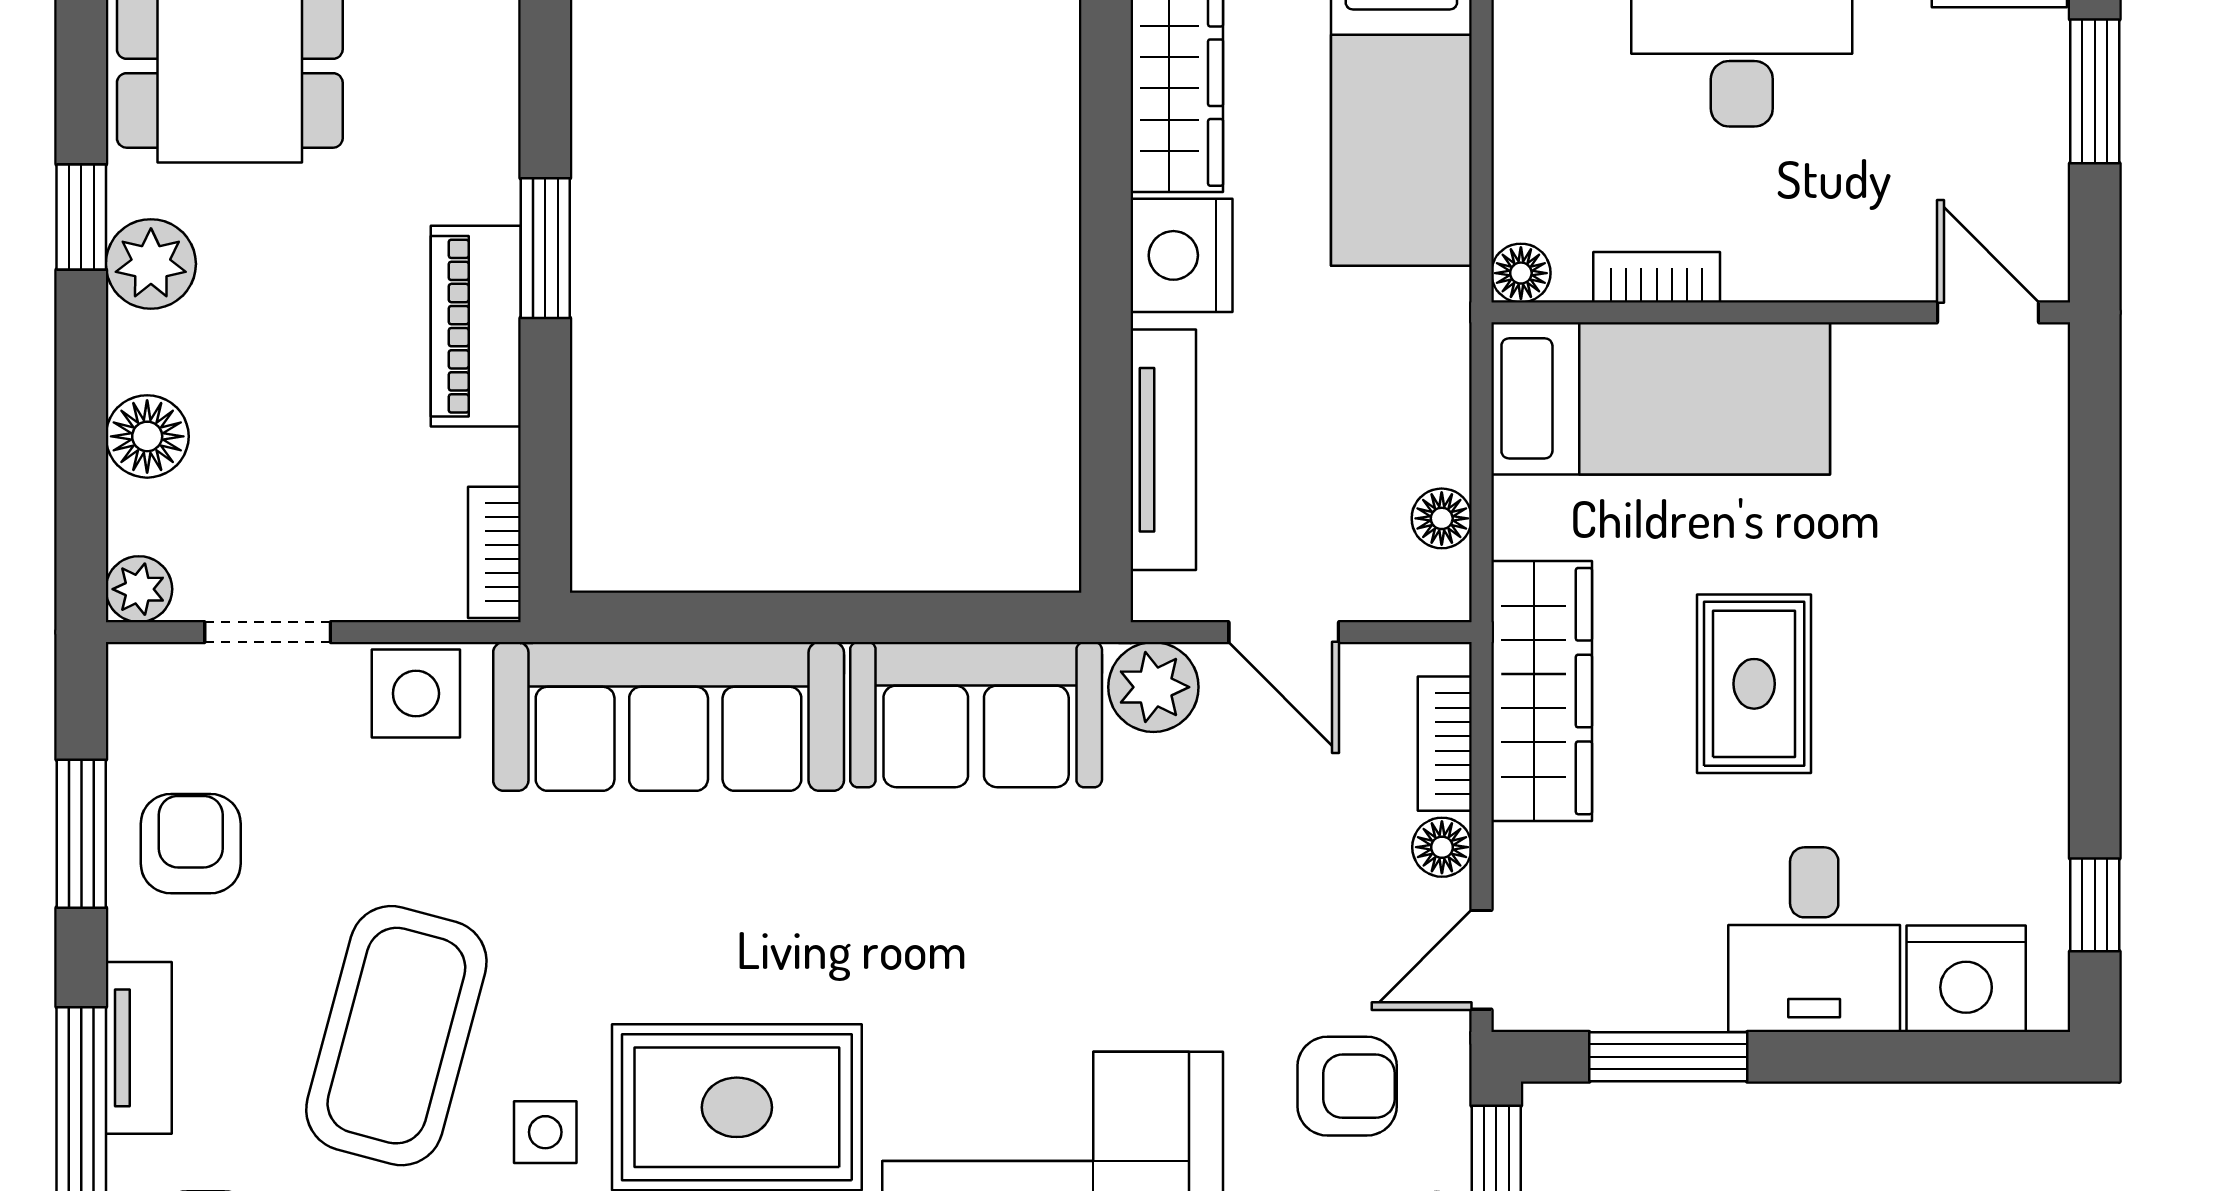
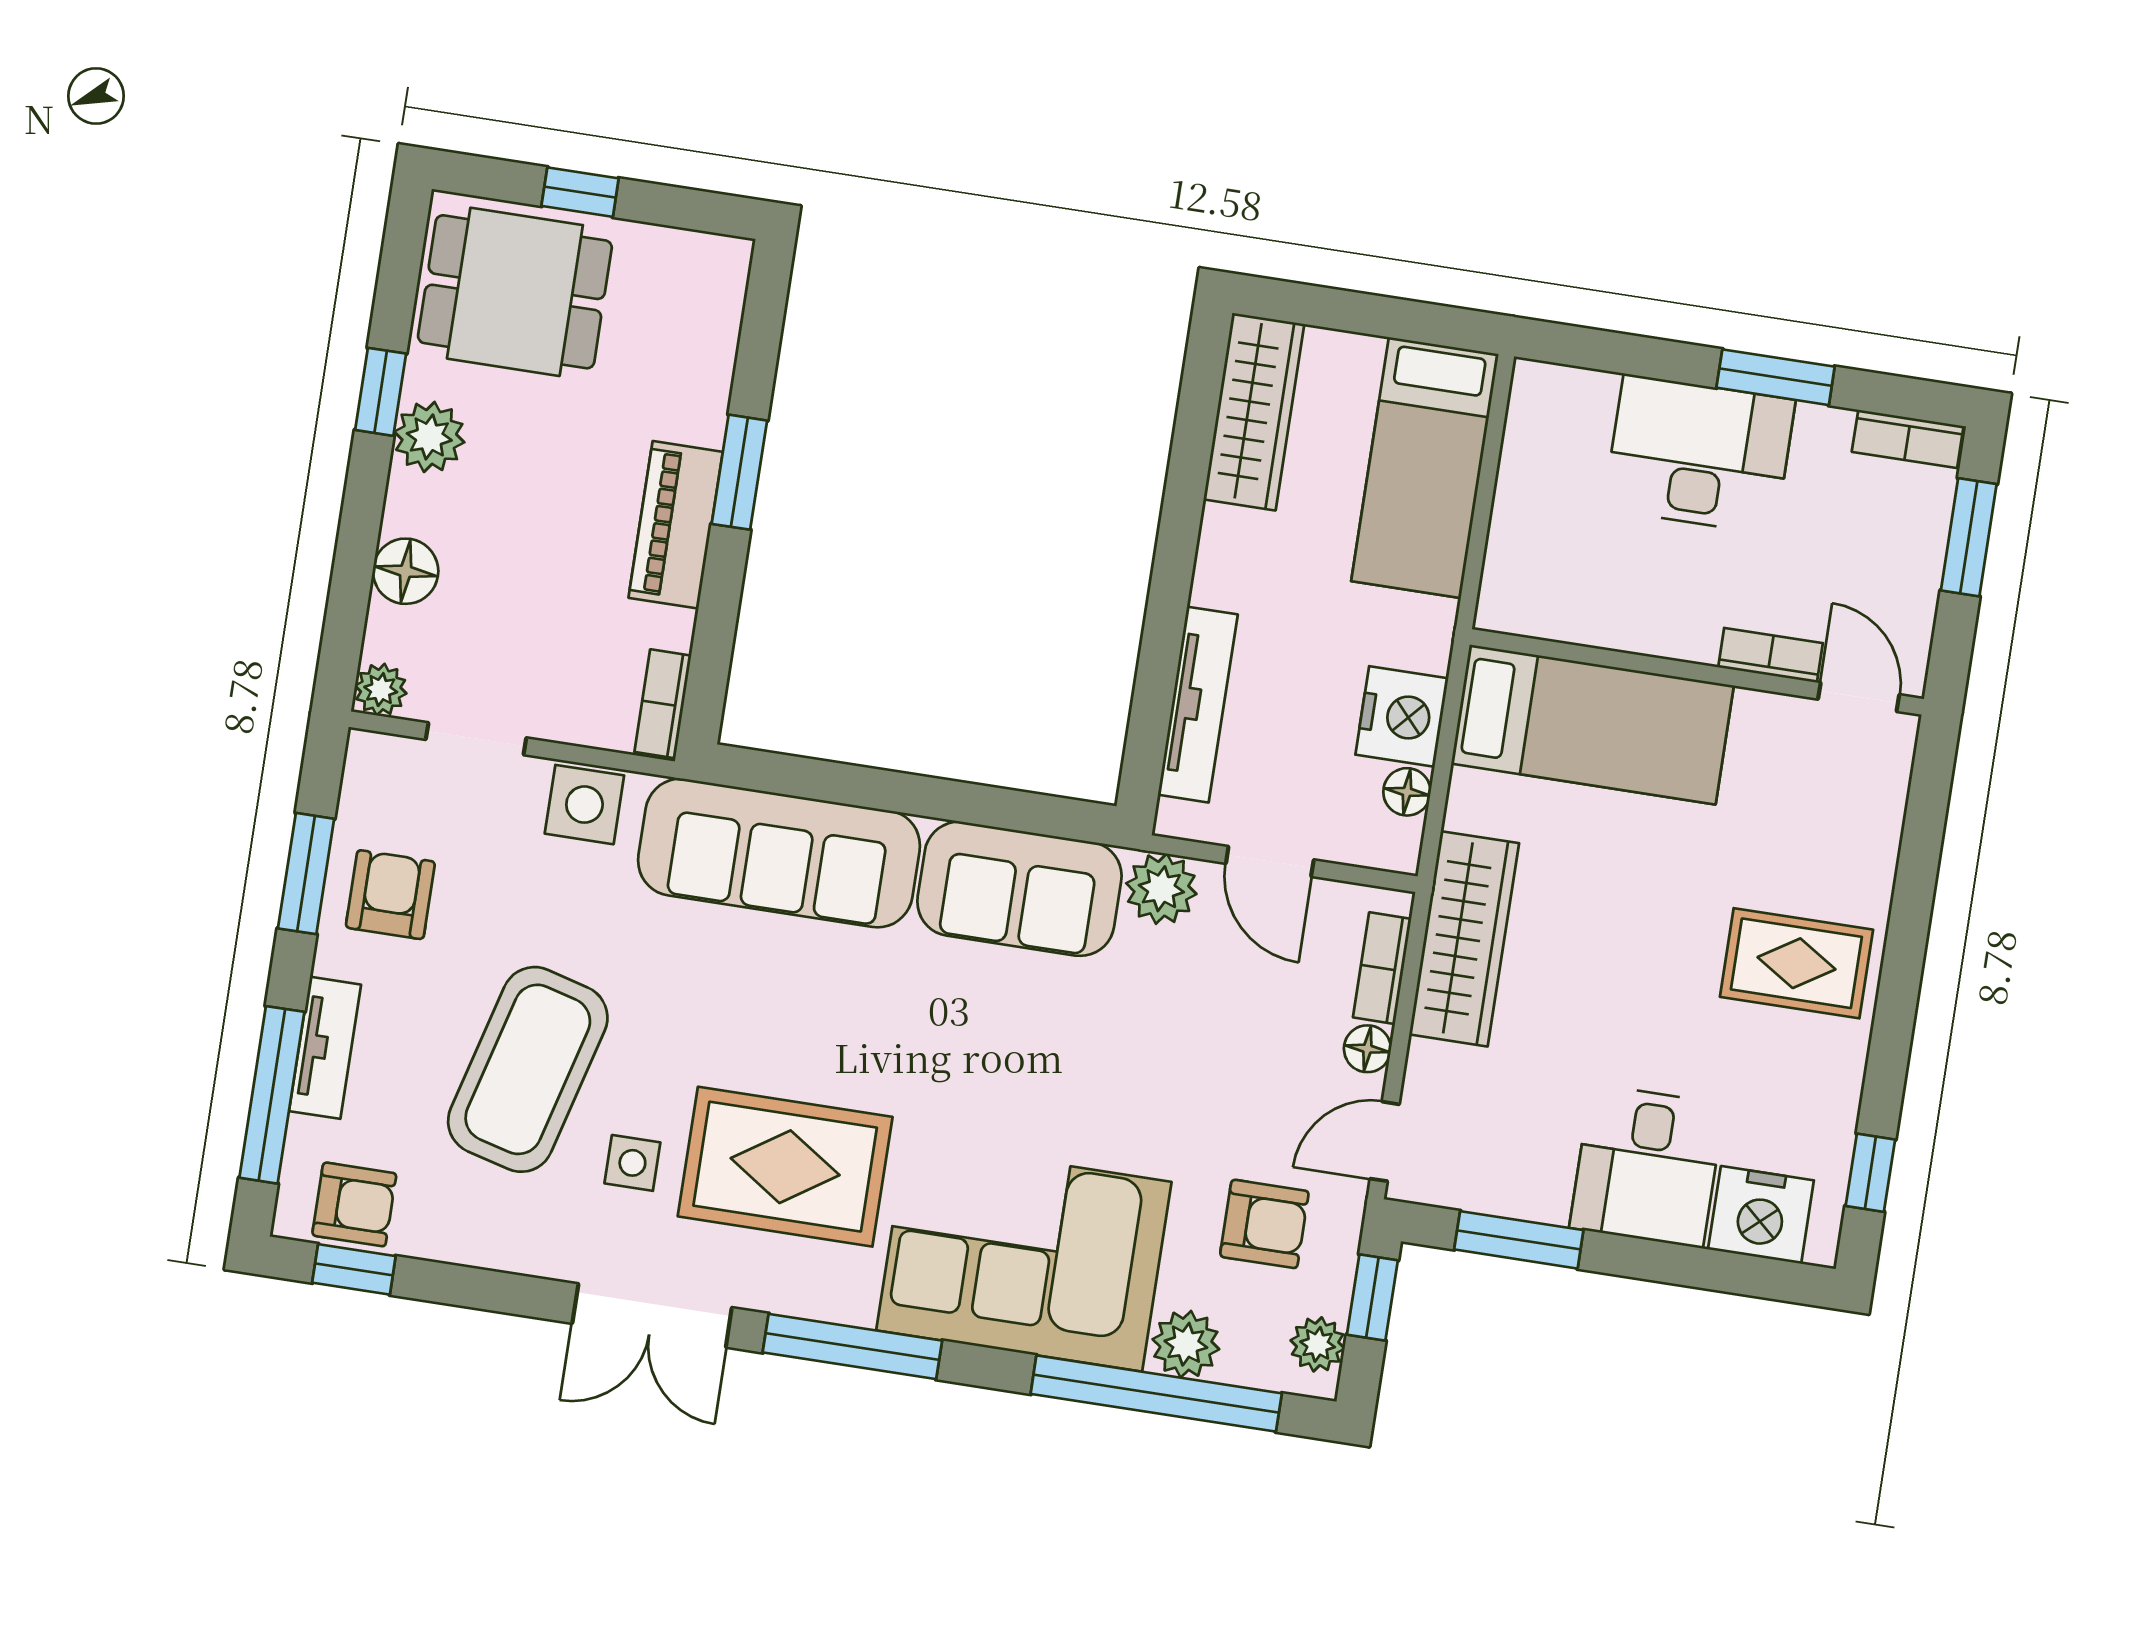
nightstand: (1181, 255) -> (1402, 716), moved, turned 180
floor lamp: (1521, 273) -> (1498, 610), removed
bookcase: (1657, 277) -> (1770, 655), moved
rug: (1754, 684) -> (1796, 963), moved, turned 90

